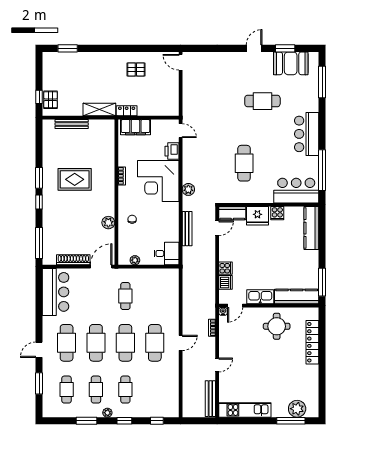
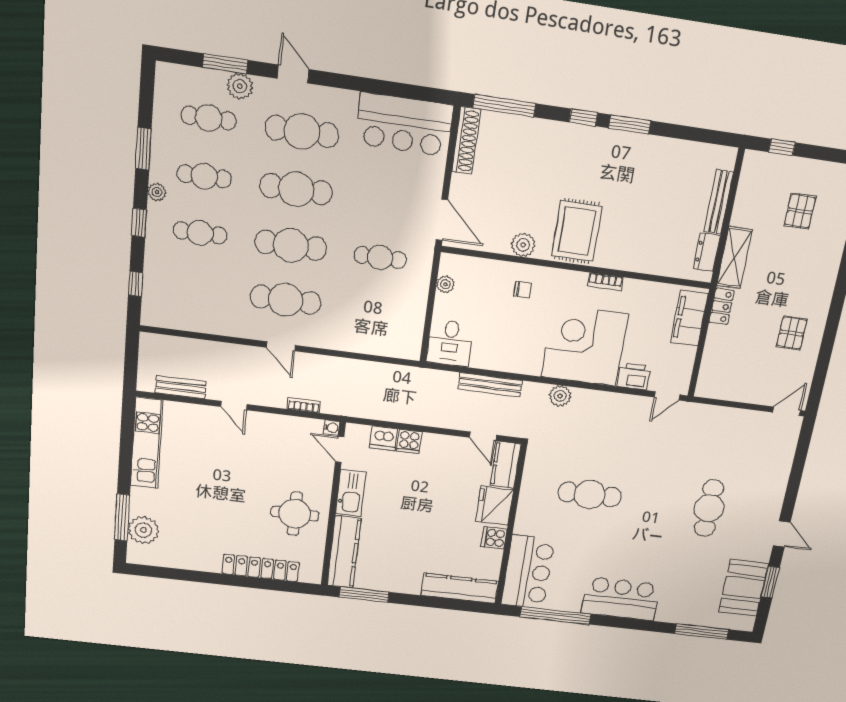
pallet: (51, 100) -> (800, 211), moved, turned 90
cafe table: (262, 101) -> (709, 508), moved
dresser: (99, 125) -> (707, 252), added
rug: (75, 179) -> (577, 231), moved
shoe rack: (73, 260) -> (466, 141), moved
plant: (49, 375) -> (240, 86), added
bench: (210, 399) -> (181, 387), width x0.73

